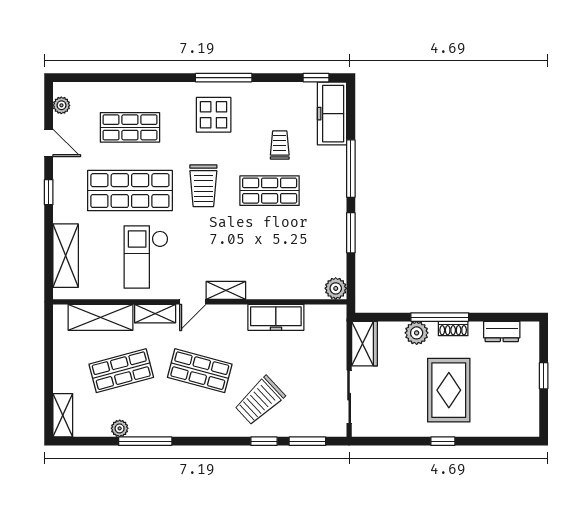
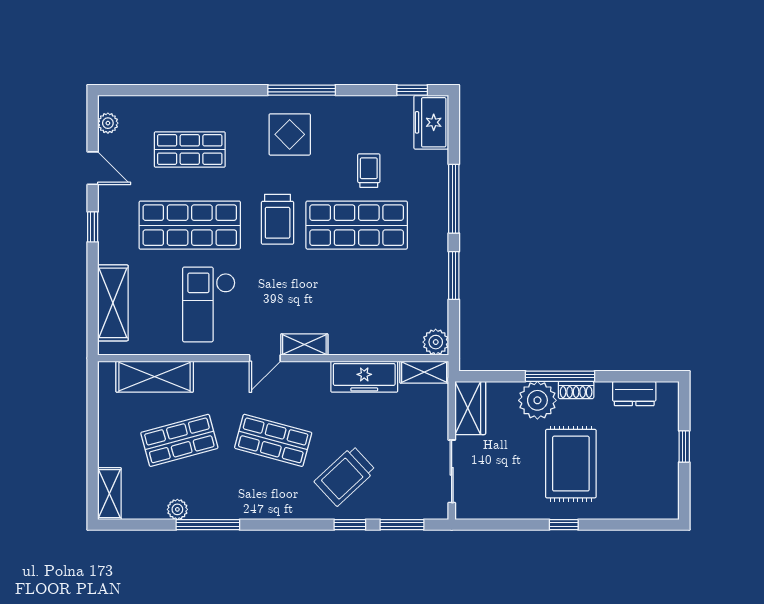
freezer: (332, 114) -> (431, 122), width x0.71
shop shelf: (270, 191) -> (357, 225), width x1.43, depth x1.36
shelving: (155, 314) -> (424, 372), moved
plant: (417, 333) -> (537, 400), width x1.36, depth x1.36

